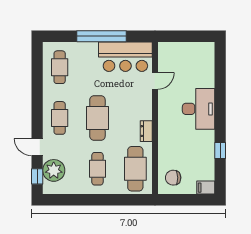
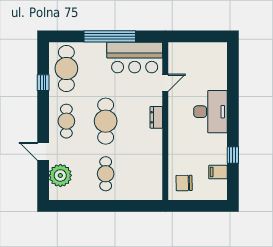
cafe table: (60, 67) -> (66, 68), width x1.37, depth x1.35
dresser: (146, 131) -> (156, 117), moved
cafe table: (135, 169) -> (145, 174), removed
window: (37, 176) -> (43, 83), moved
filing cabinet: (206, 188) -> (218, 172), moved

